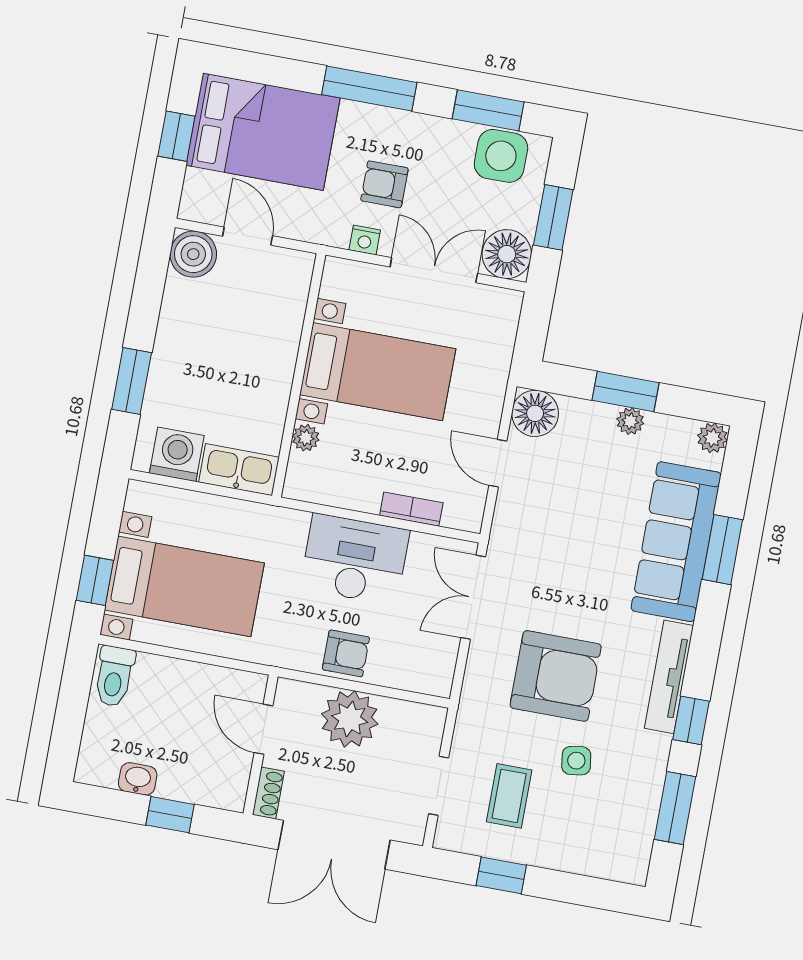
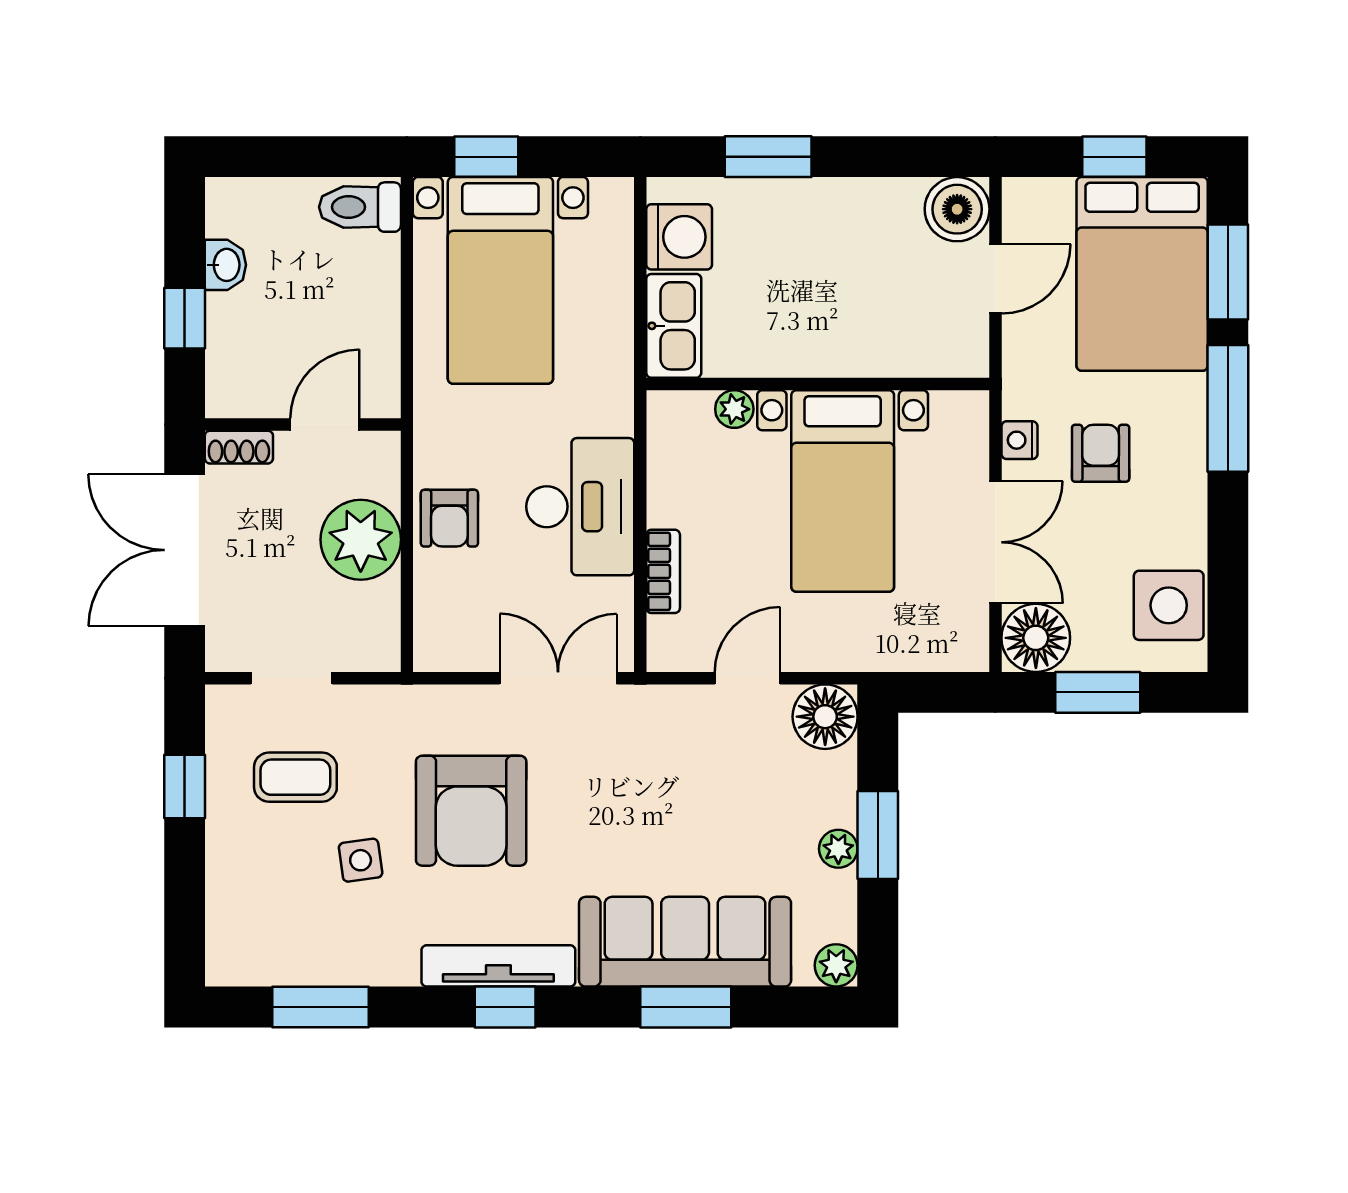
window: (488, 110) -> (1228, 272), moved
window: (691, 720) -> (505, 1007), moved

